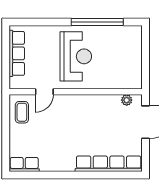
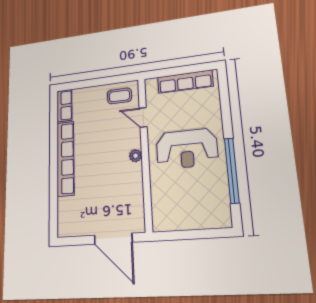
plant: (127, 100) -> (136, 156), moved
row of seats: (109, 164) -> (65, 158), moved

